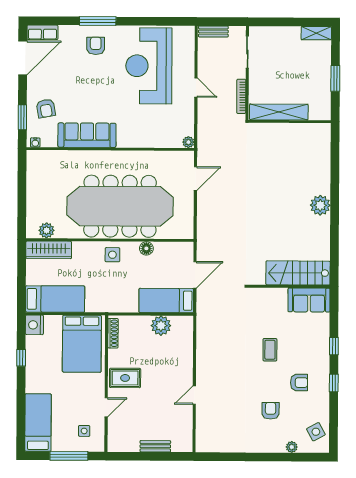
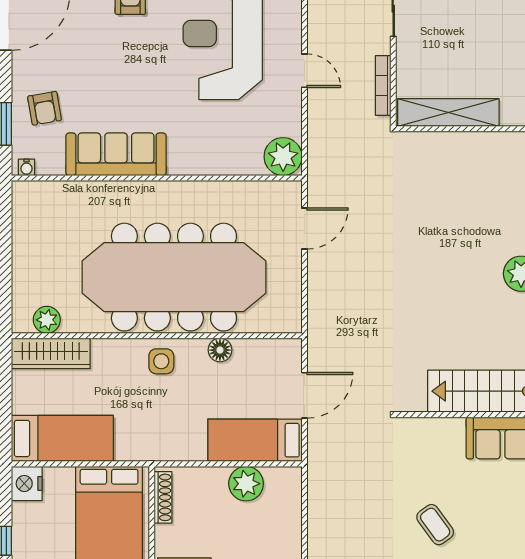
plant: (188, 142) -> (283, 157), width x1.88, depth x1.88
coffee table: (270, 350) -> (435, 525), turned -36

